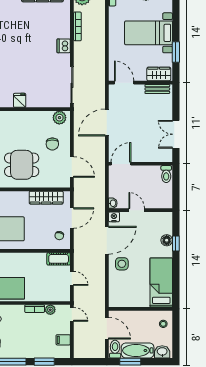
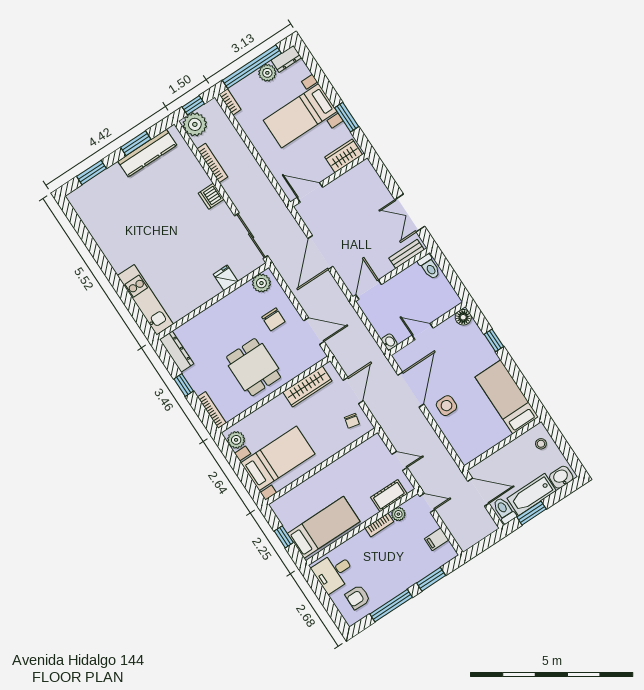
bench: (157, 89) -> (407, 254), moved
fridge: (20, 100) -> (226, 278), moved
dining table: (22, 165) -> (254, 367), turned 90
nightstand: (114, 217) -> (401, 357), removed
floor lamp: (167, 240) -> (463, 317), moved
cot: (59, 259) -> (389, 496), moved

